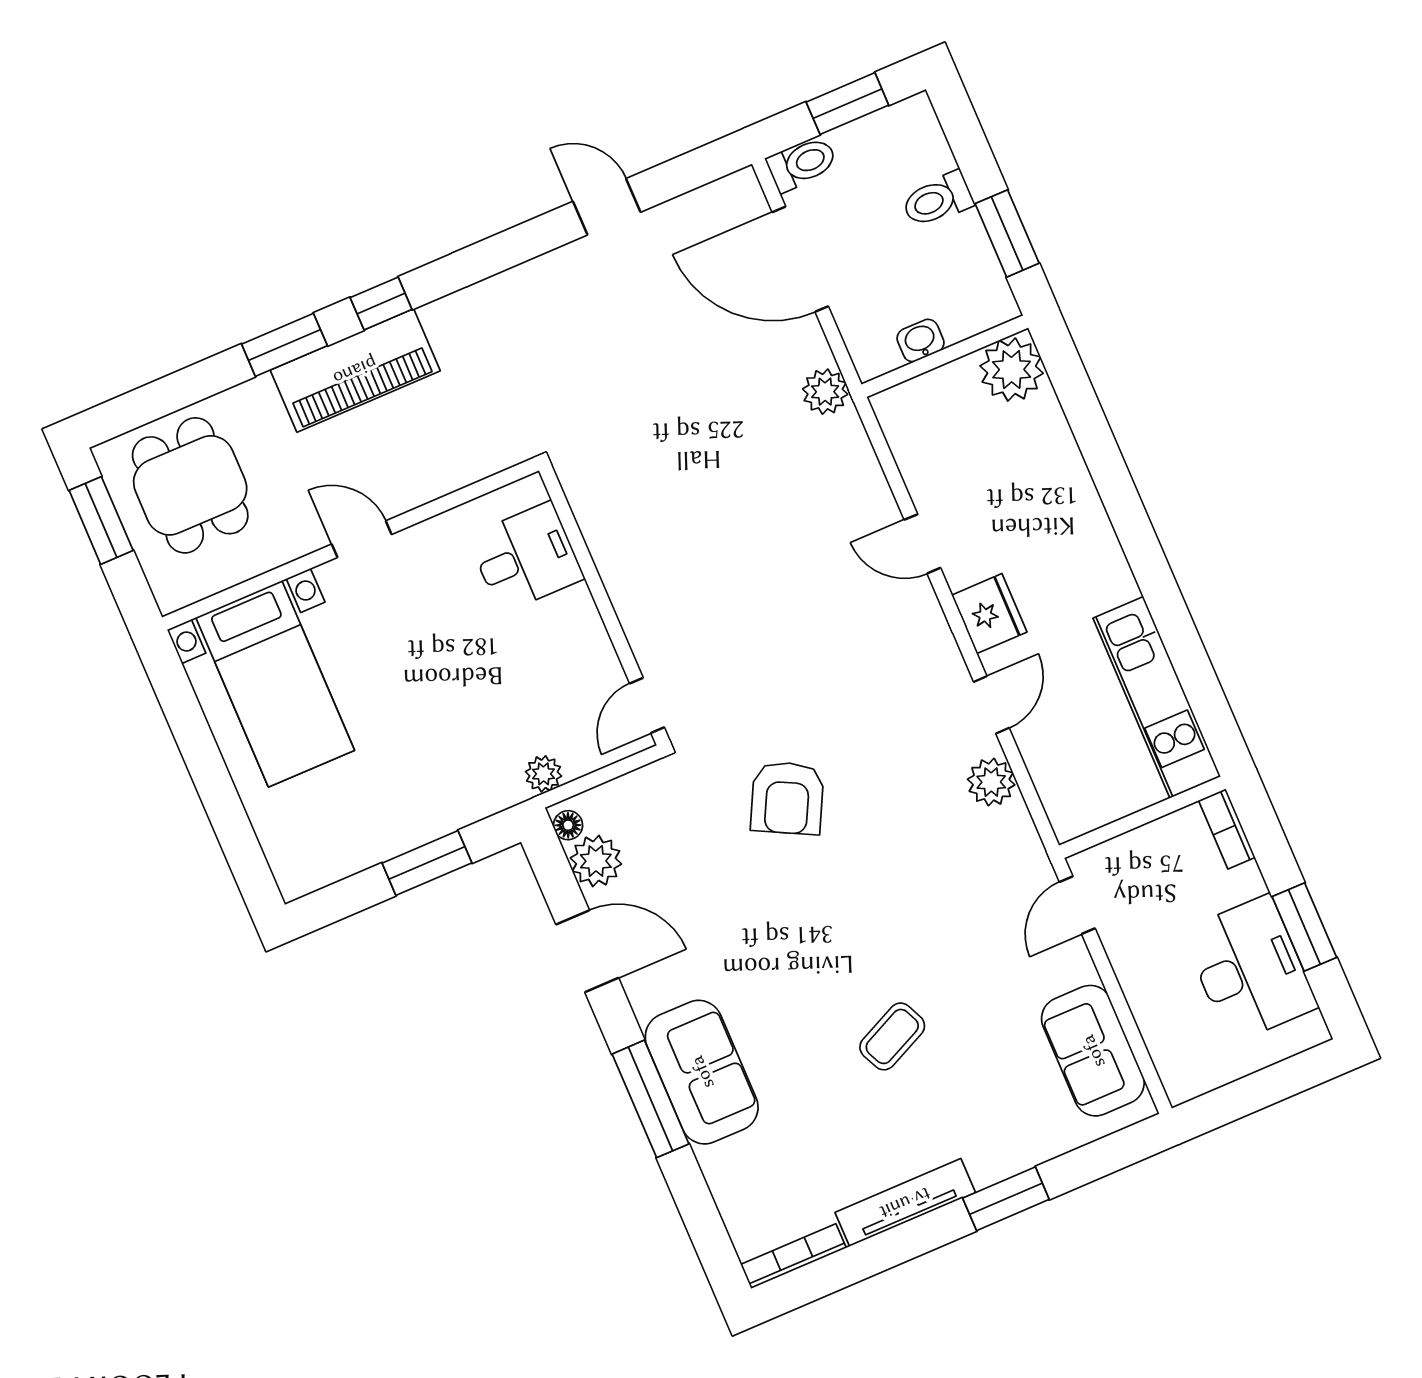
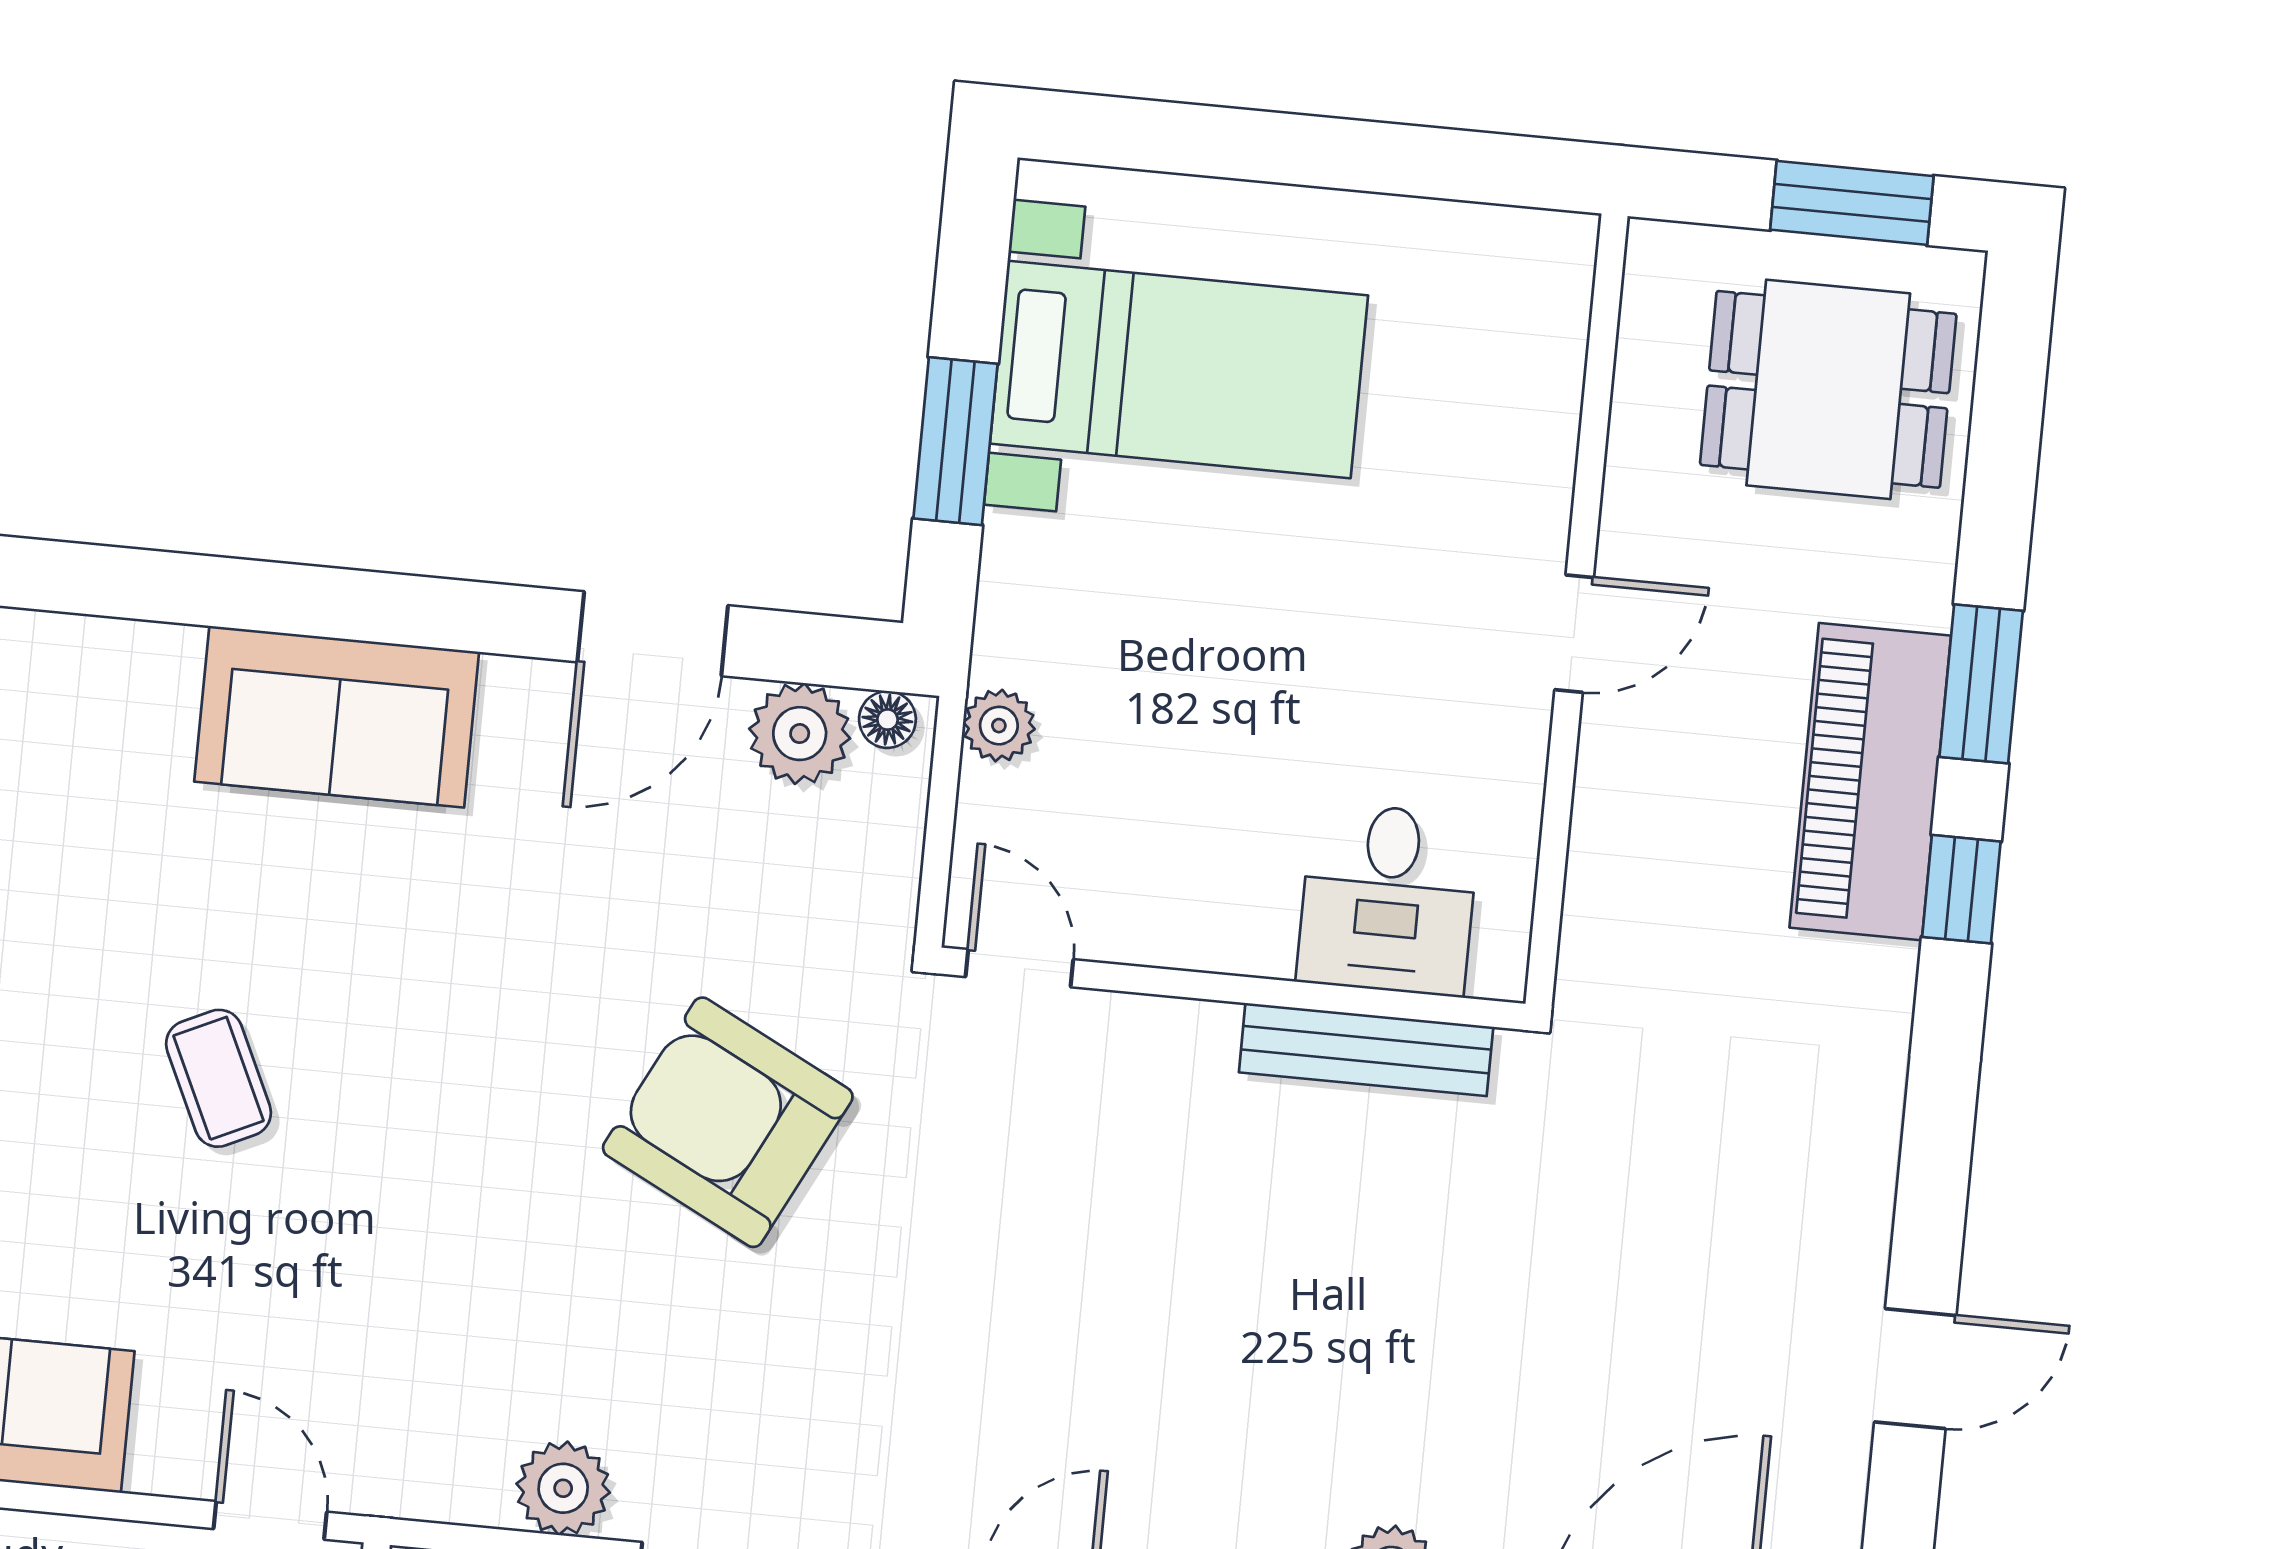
bench: (598, 530) -> (1366, 1050), added
bed with nightstands: (275, 684) -> (1179, 370), moved, turned 180
armchair: (787, 798) -> (728, 1122), width x1.36, depth x1.36
window: (651, 1099) -> (339, 603), removed

